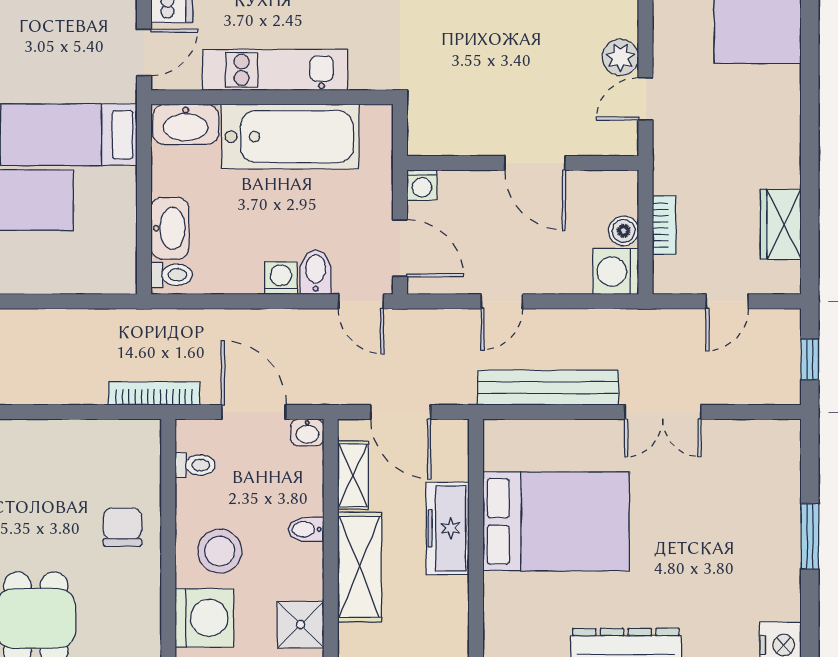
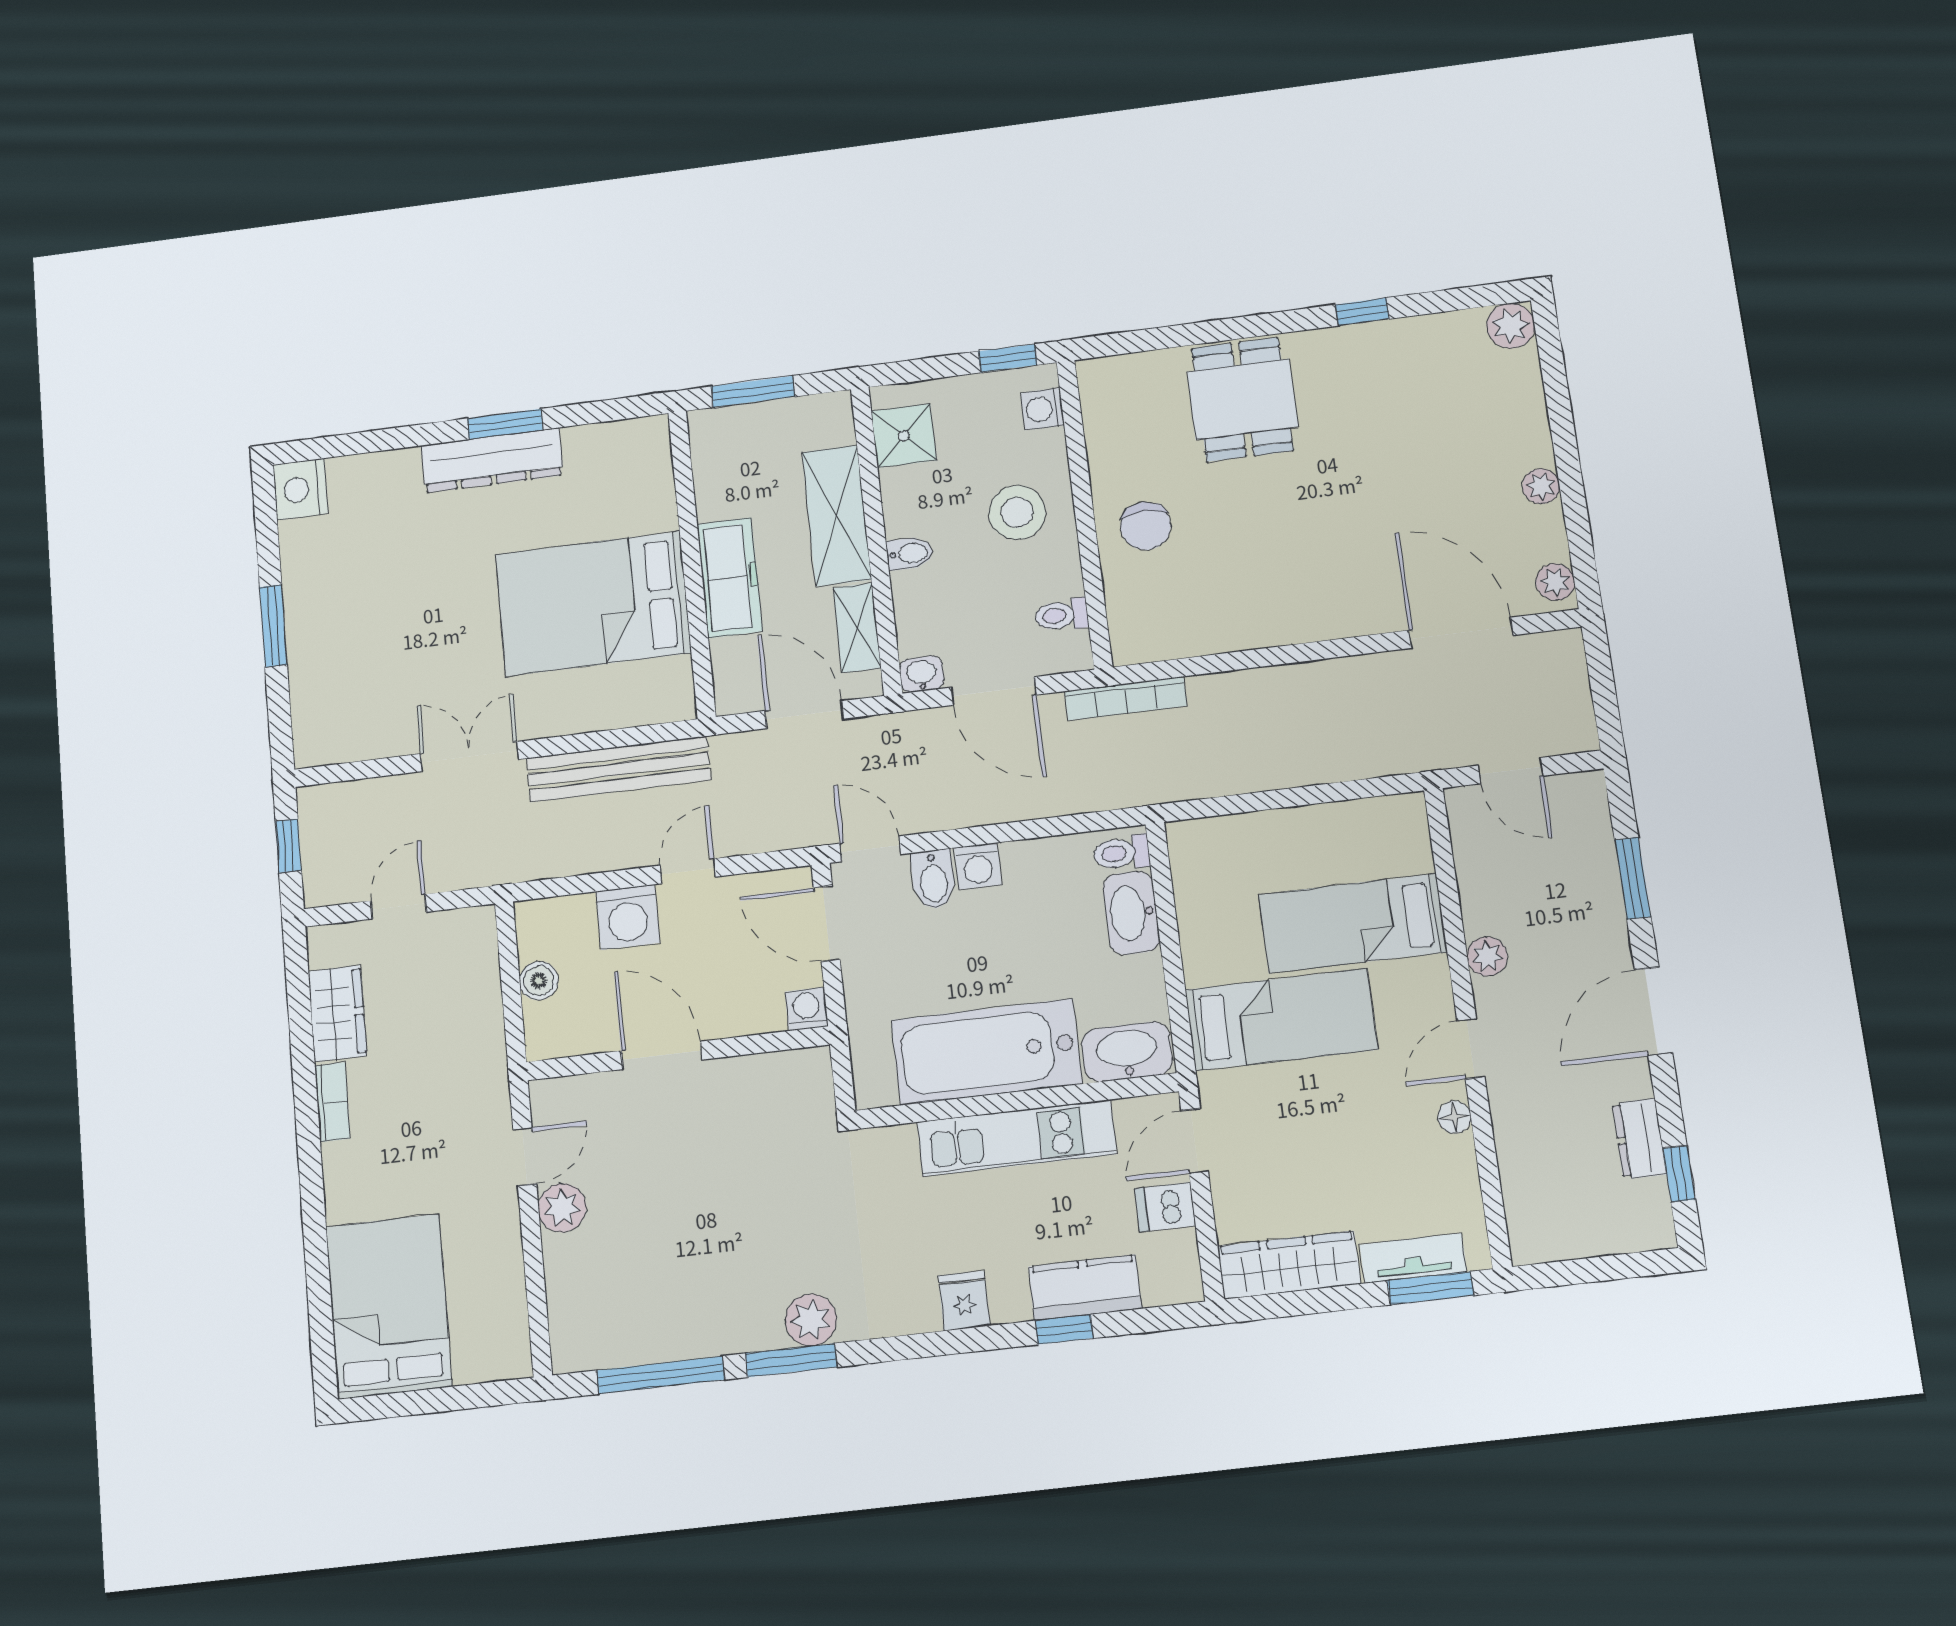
bookcase: (664, 225) -> (332, 1102), moved, turned 180
washing machine: (616, 272) -> (628, 917), moved, turned 90
washing machine: (204, 618) -> (1042, 409), width x0.53, depth x0.53

